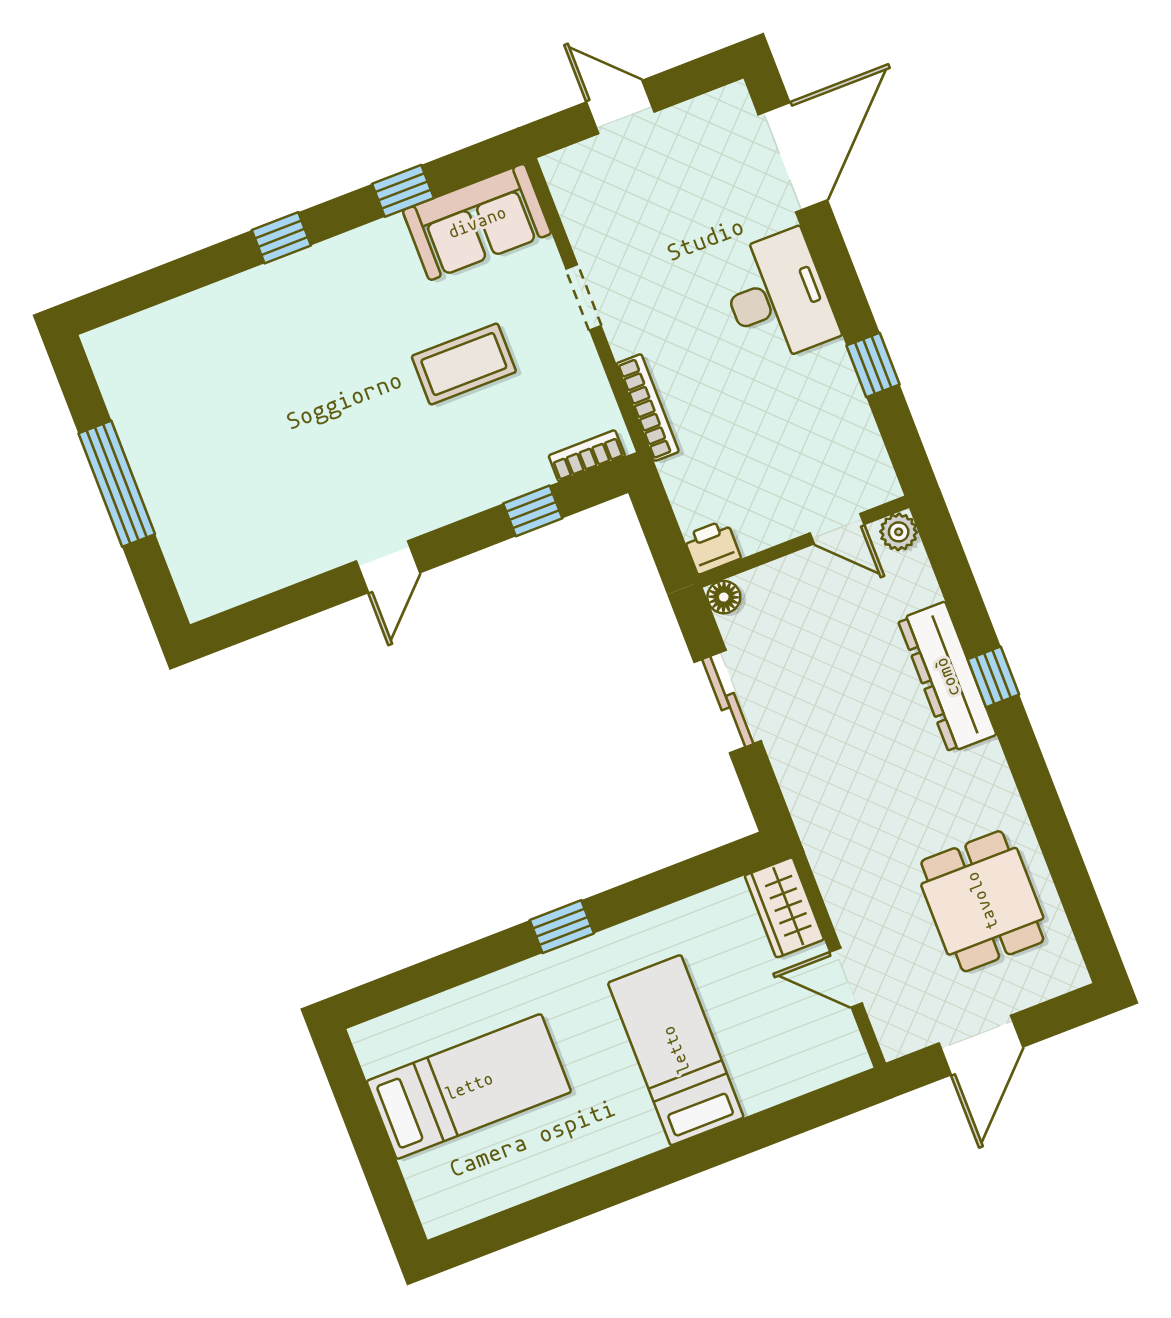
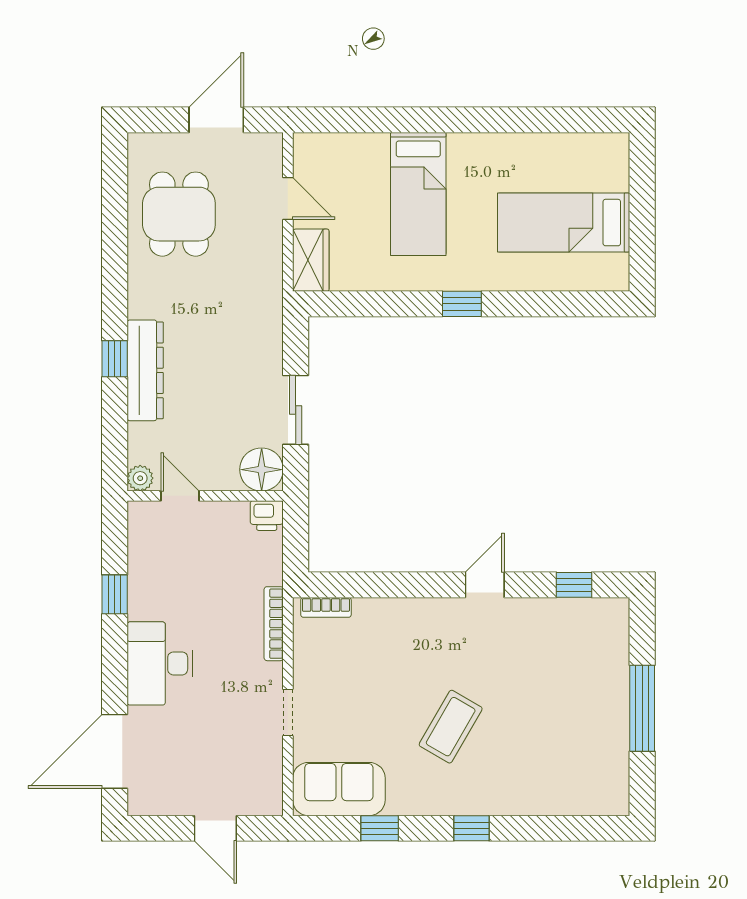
coffee table: (464, 364) -> (451, 727), moved, turned -60
window: (533, 511) -> (574, 585), moved
floor lamp: (724, 597) -> (262, 470), width x1.89, depth x1.89

